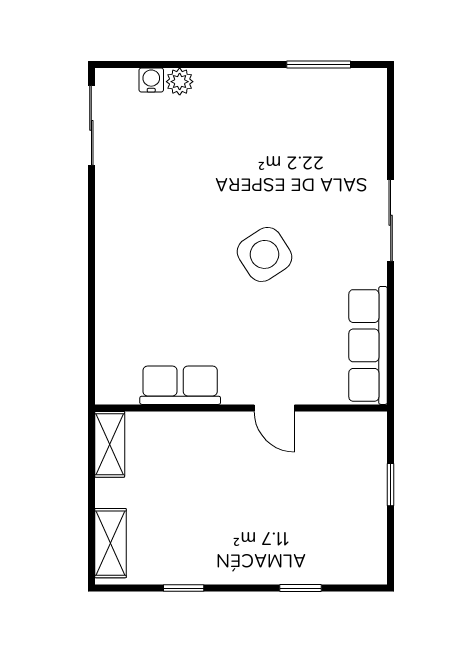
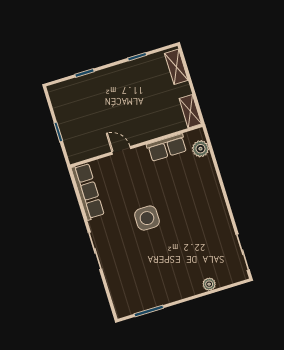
water cooler: (151, 80) -> (222, 281), removed
side table: (264, 254) -> (147, 218), turned 33
plant: (113, 362) -> (200, 149), added

